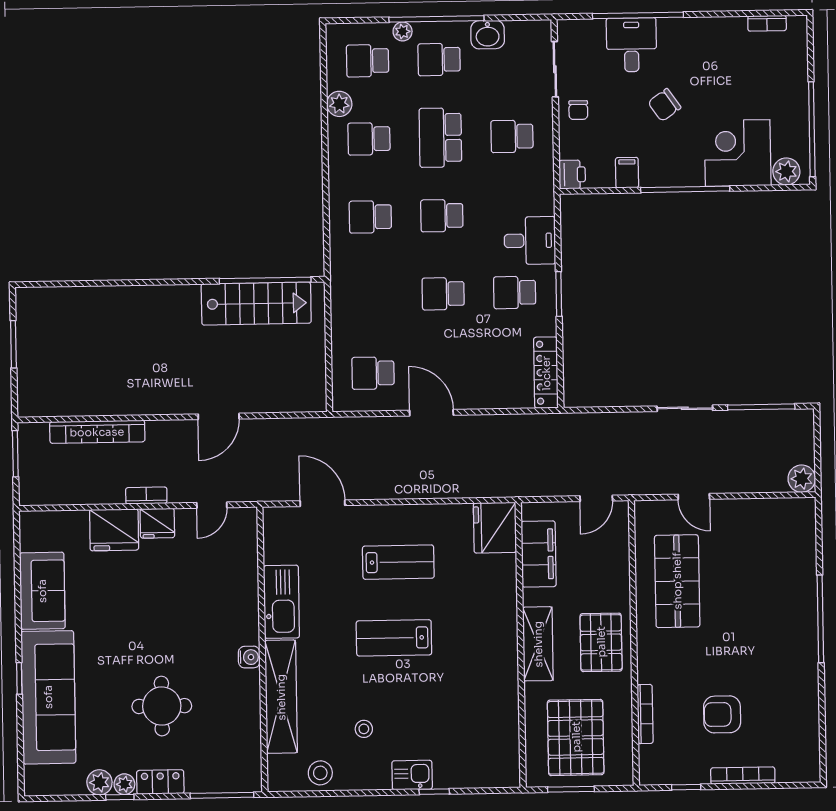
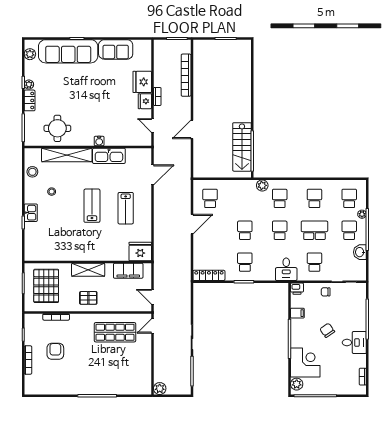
desk: (631, 45) -> (354, 343), moved
plant: (339, 104) -> (262, 185), moved
desk: (530, 241) -> (286, 269), moved
door: (219, 416) -> (192, 129), hinge flipped
door: (694, 497) -> (153, 326), moved
pallet: (601, 642) -> (88, 298), width x0.67, depth x0.71
water cooler: (249, 657) -> (99, 141), moved
round table: (162, 706) -> (57, 128), moved
pallet: (576, 737) -> (46, 286), turned 90
plant: (99, 782) -> (30, 54), moved

